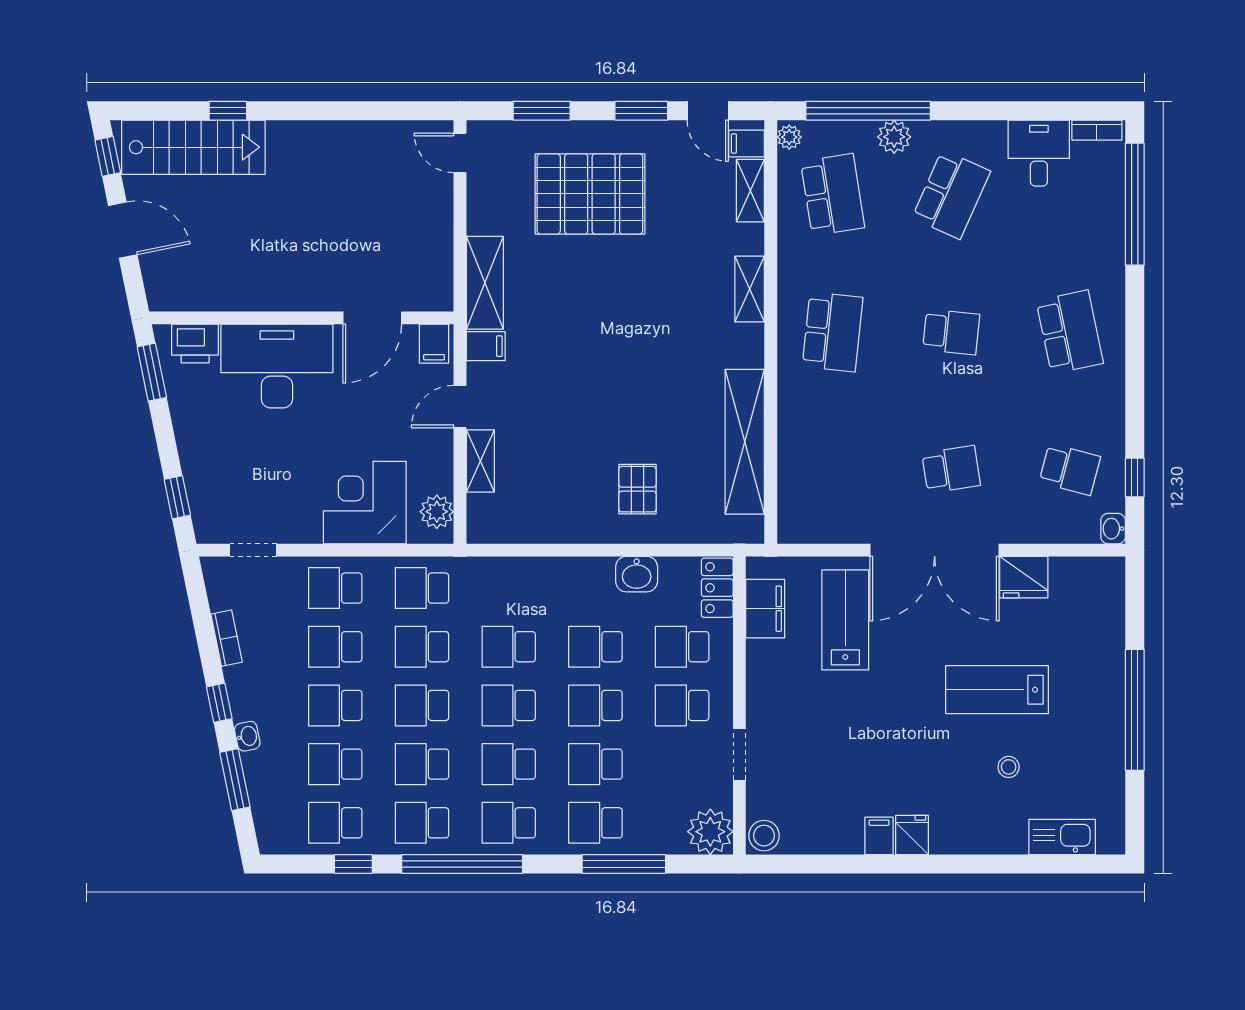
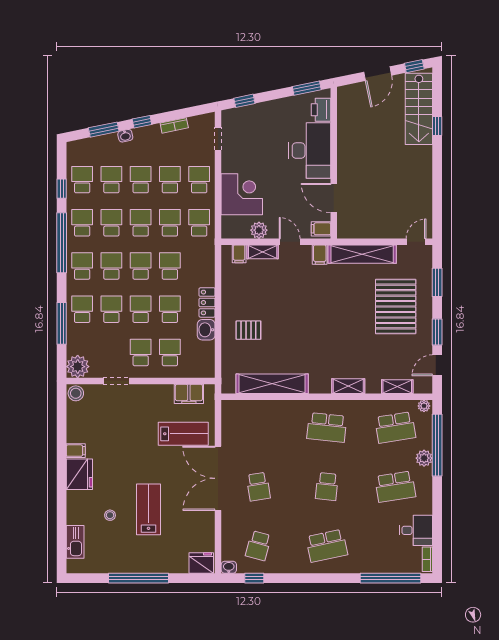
filing cabinet: (746, 143) -> (239, 254), moved, turned 180
school desk: (951, 195) -> (395, 487), turned -33
shelving: (485, 283) -> (362, 254), width x1.47
plant: (437, 512) -> (259, 230), moved
fridge: (1024, 577) -> (201, 563), moved, turned 90
locker: (717, 588) -> (207, 302), moved, turned -90
fridge: (912, 835) -> (79, 474), width x1.88, depth x1.34

